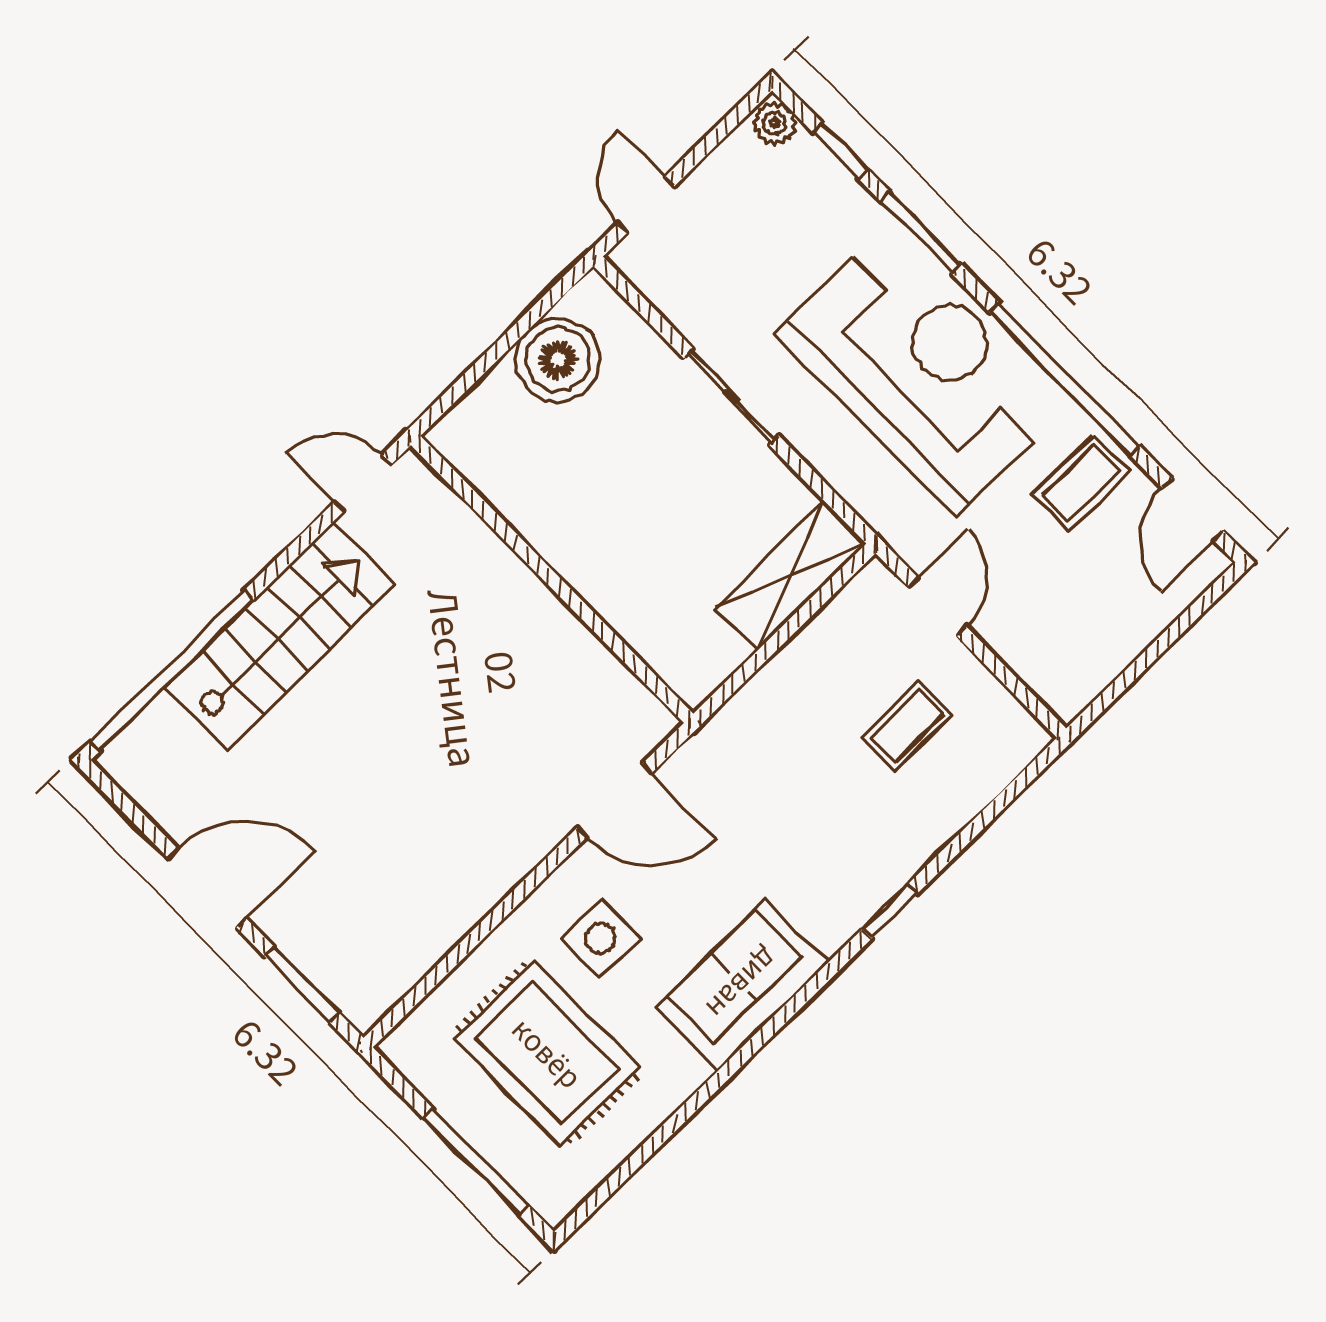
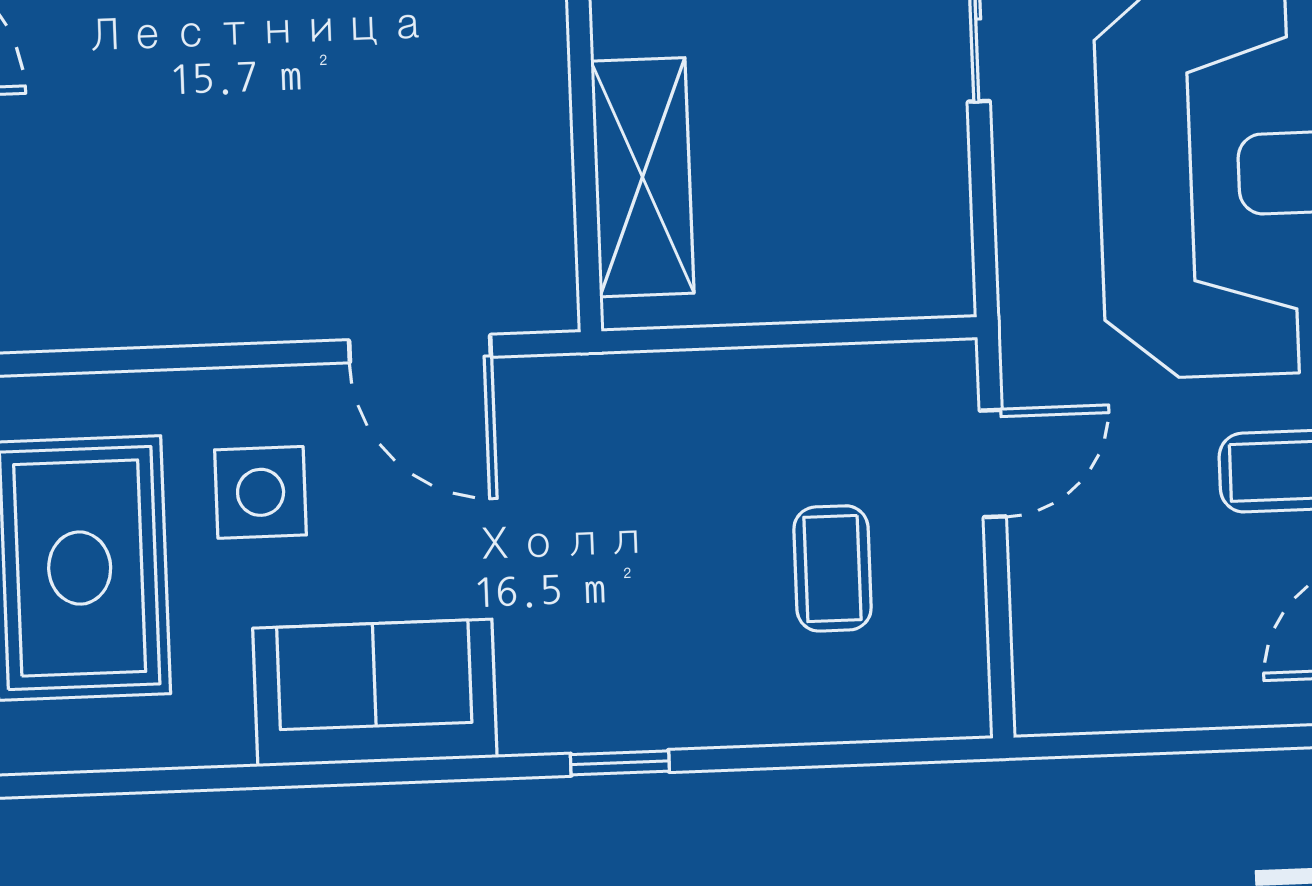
shelving: (791, 575) -> (642, 177), moved, turned 90
coffee table: (907, 726) -> (832, 568), turned 90

